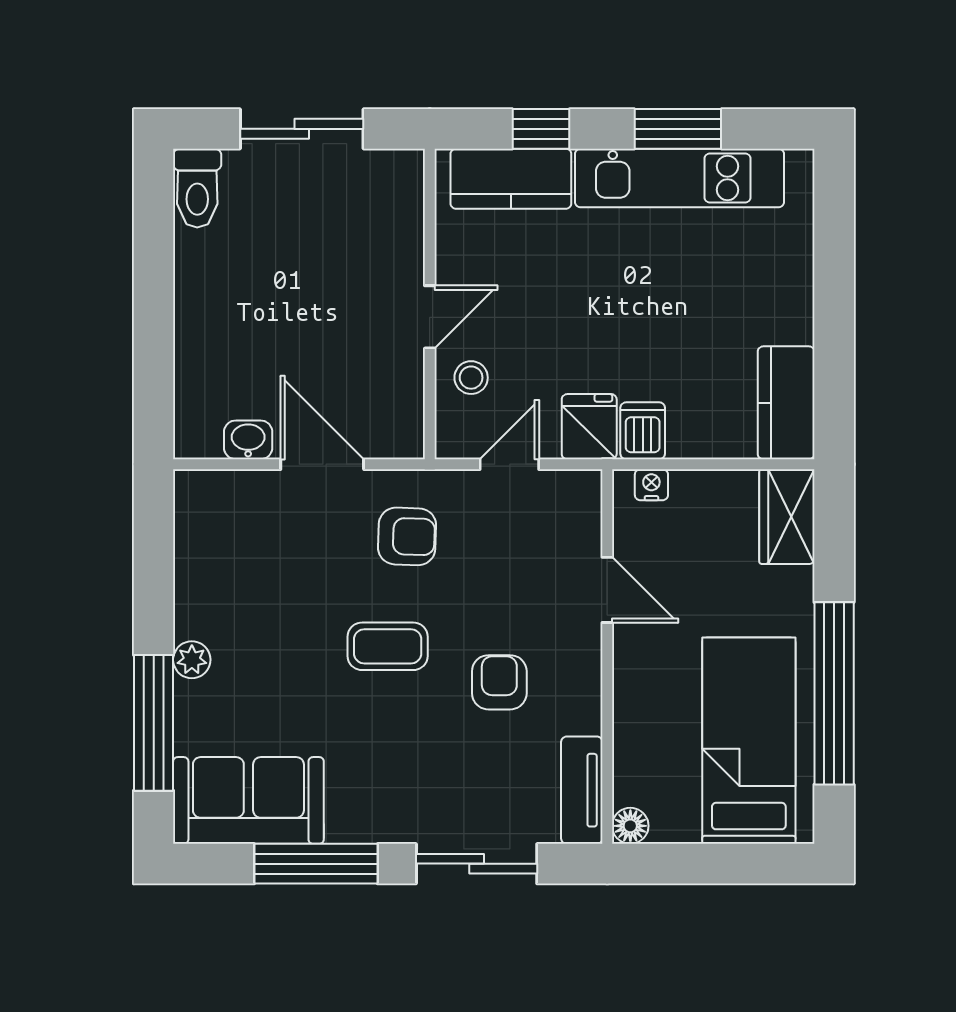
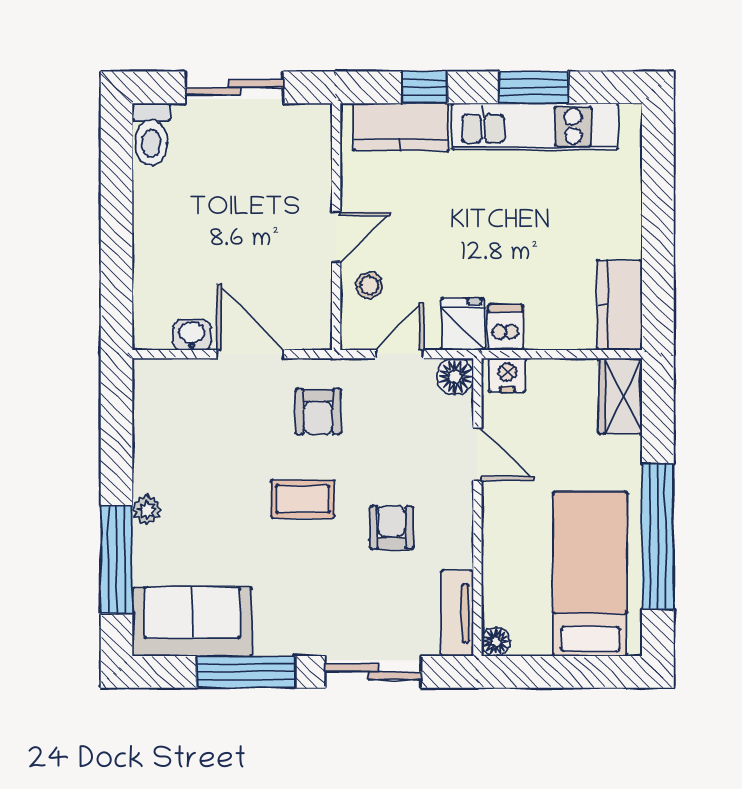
nightstand: (651, 485) -> (507, 375), width x1.39, depth x1.35
floor lamp: (579, 492) -> (455, 376), added
armchair: (407, 536) -> (318, 412), turned 88

